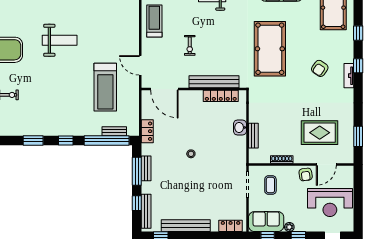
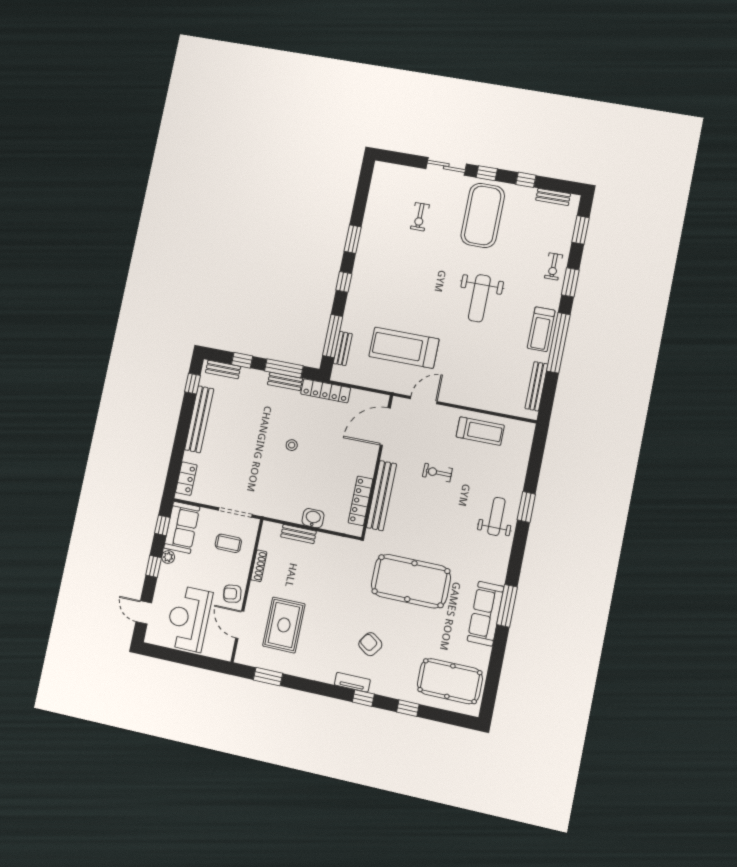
locker: (147, 131) -> (326, 391), width x1.53
window: (107, 140) -> (333, 336), width x0.68
bench: (146, 211) -> (223, 369), width x0.73

